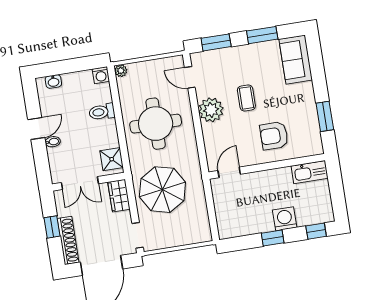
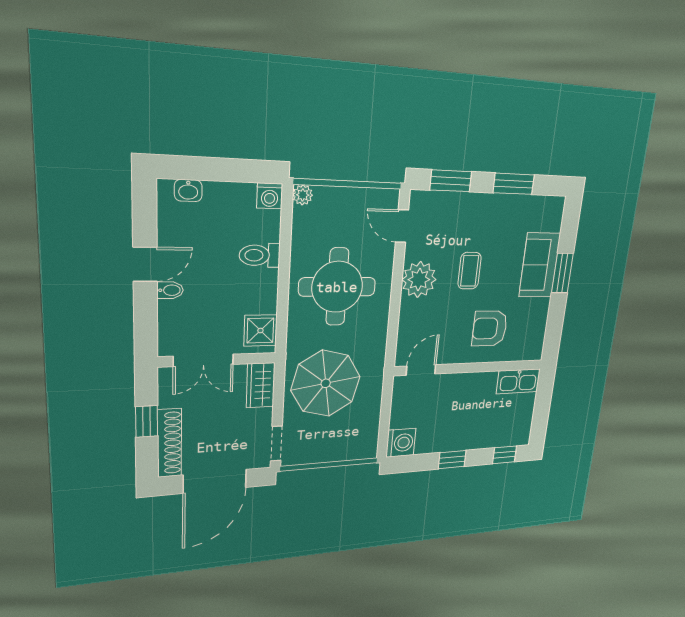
sofa: (296, 60) -> (540, 265), moved
window: (325, 116) -> (562, 273), moved
washing machine: (285, 219) -> (401, 443), moved, turned 90

